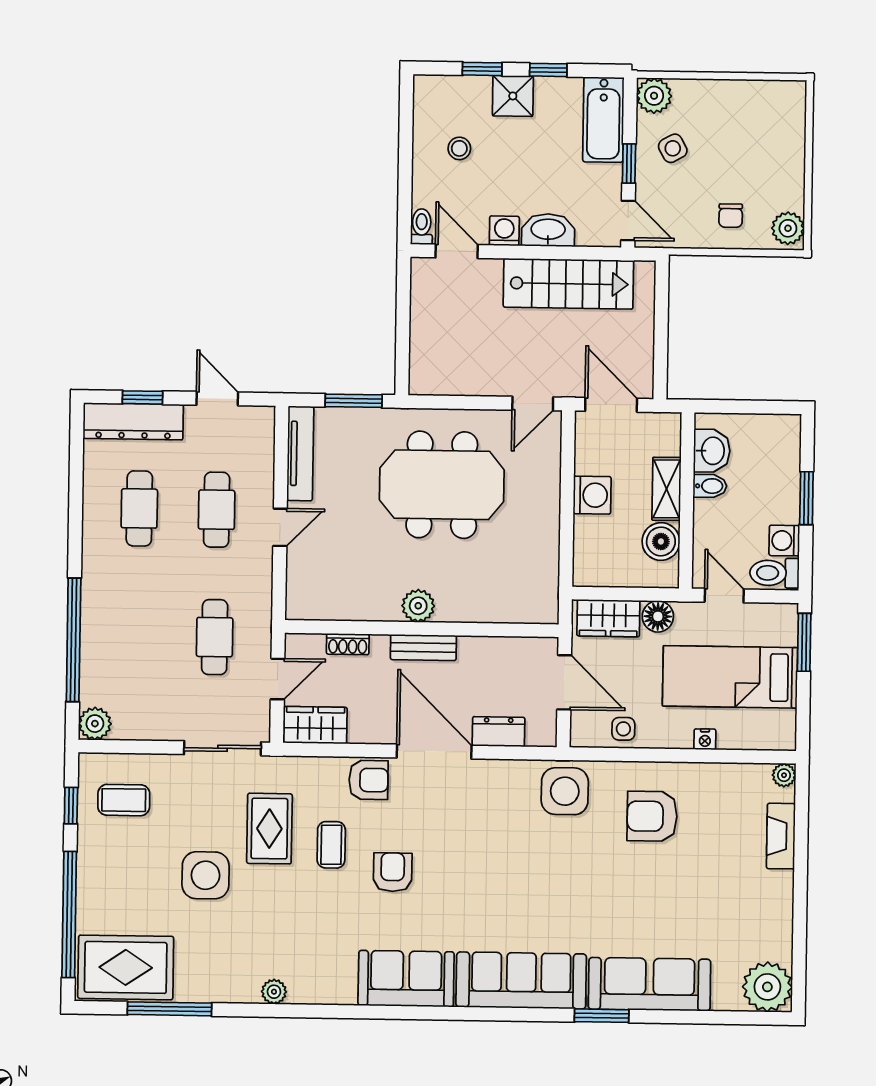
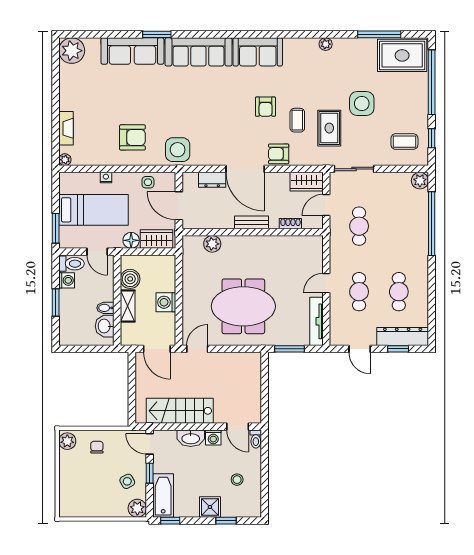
window: (548, 70) -> (170, 521), moved
plant: (418, 606) -> (212, 244), moved

